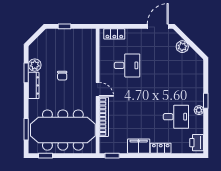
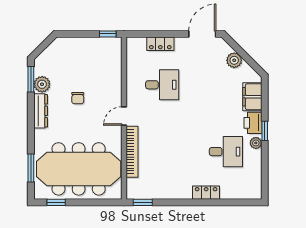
window: (65, 26) -> (108, 34), moved
locker: (114, 34) -> (160, 44), moved
window: (26, 73) -> (31, 79), moved
door: (98, 89) -> (124, 116), swing flipped
printer: (197, 143) -> (253, 123), moved
filing cabinet: (139, 146) -> (252, 97), moved, turned -90

